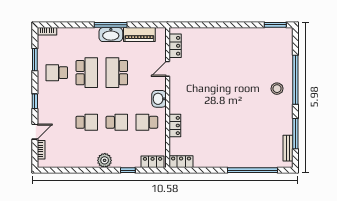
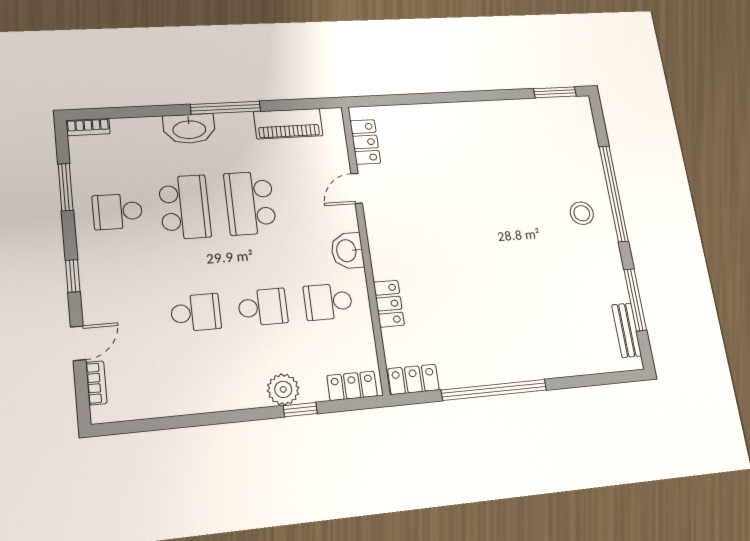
washbasin: (111, 35) -> (189, 129), moved
plant: (105, 160) -> (283, 389), moved
window: (253, 170) -> (494, 390), moved

